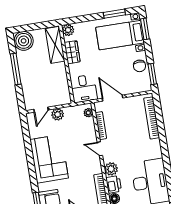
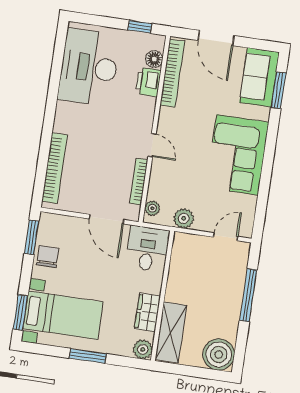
window: (114, 14) -> (88, 356), moved
window: (16, 69) -> (248, 295), moved
plant: (58, 114) -> (184, 218), moved
plant: (111, 169) -> (144, 108), removed

